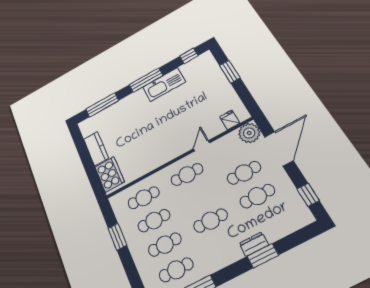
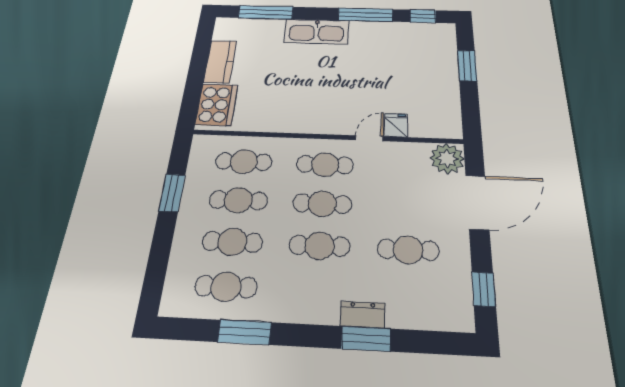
window: (146, 80) -> (365, 15), moved
kitchen sink: (164, 85) -> (317, 32), moved
fridge: (230, 120) -> (396, 125), moved
cafe table: (244, 173) -> (322, 204), moved

